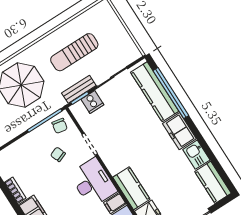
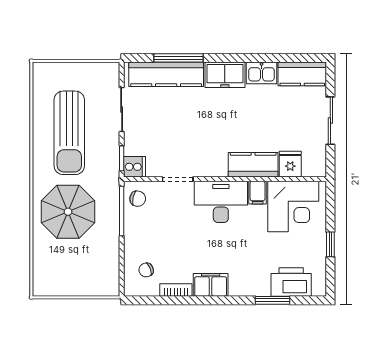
sun lounger: (74, 52) -> (69, 133), width x1.36, depth x1.34
bench: (79, 89) -> (112, 153), removed
window: (171, 93) -> (179, 58), width x0.68
cooker: (92, 102) -> (135, 167), moved
chair: (58, 154) -> (146, 270), moved

